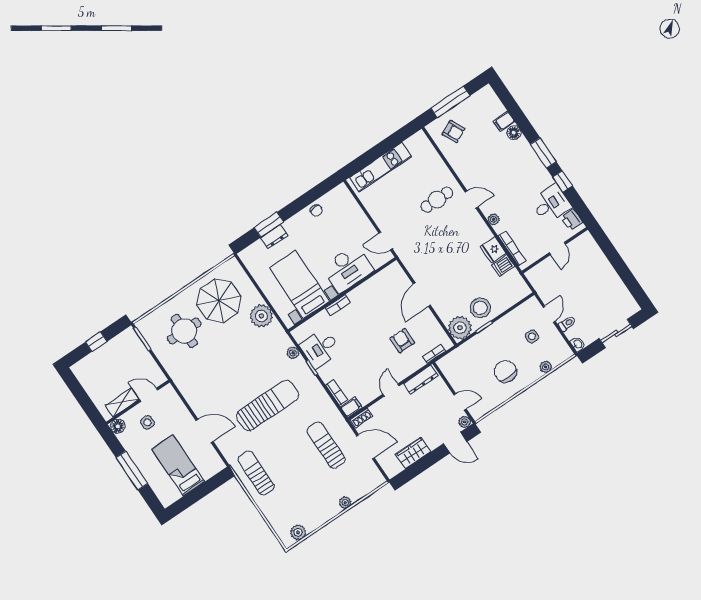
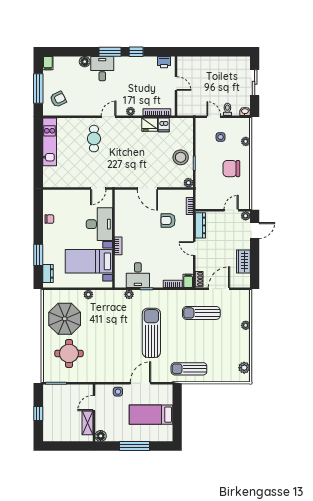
filing cabinet: (504, 122) -> (48, 63), moved
kitchen unit: (380, 167) -> (50, 142), moved
desk: (551, 204) -> (102, 69), moved
dresser: (274, 237) -> (48, 273), moved
plant: (261, 316) -> (88, 294), width x0.53, depth x0.53
plant: (460, 328) -> (188, 183), width x0.53, depth x0.53
side table: (147, 422) -> (118, 392), moved

